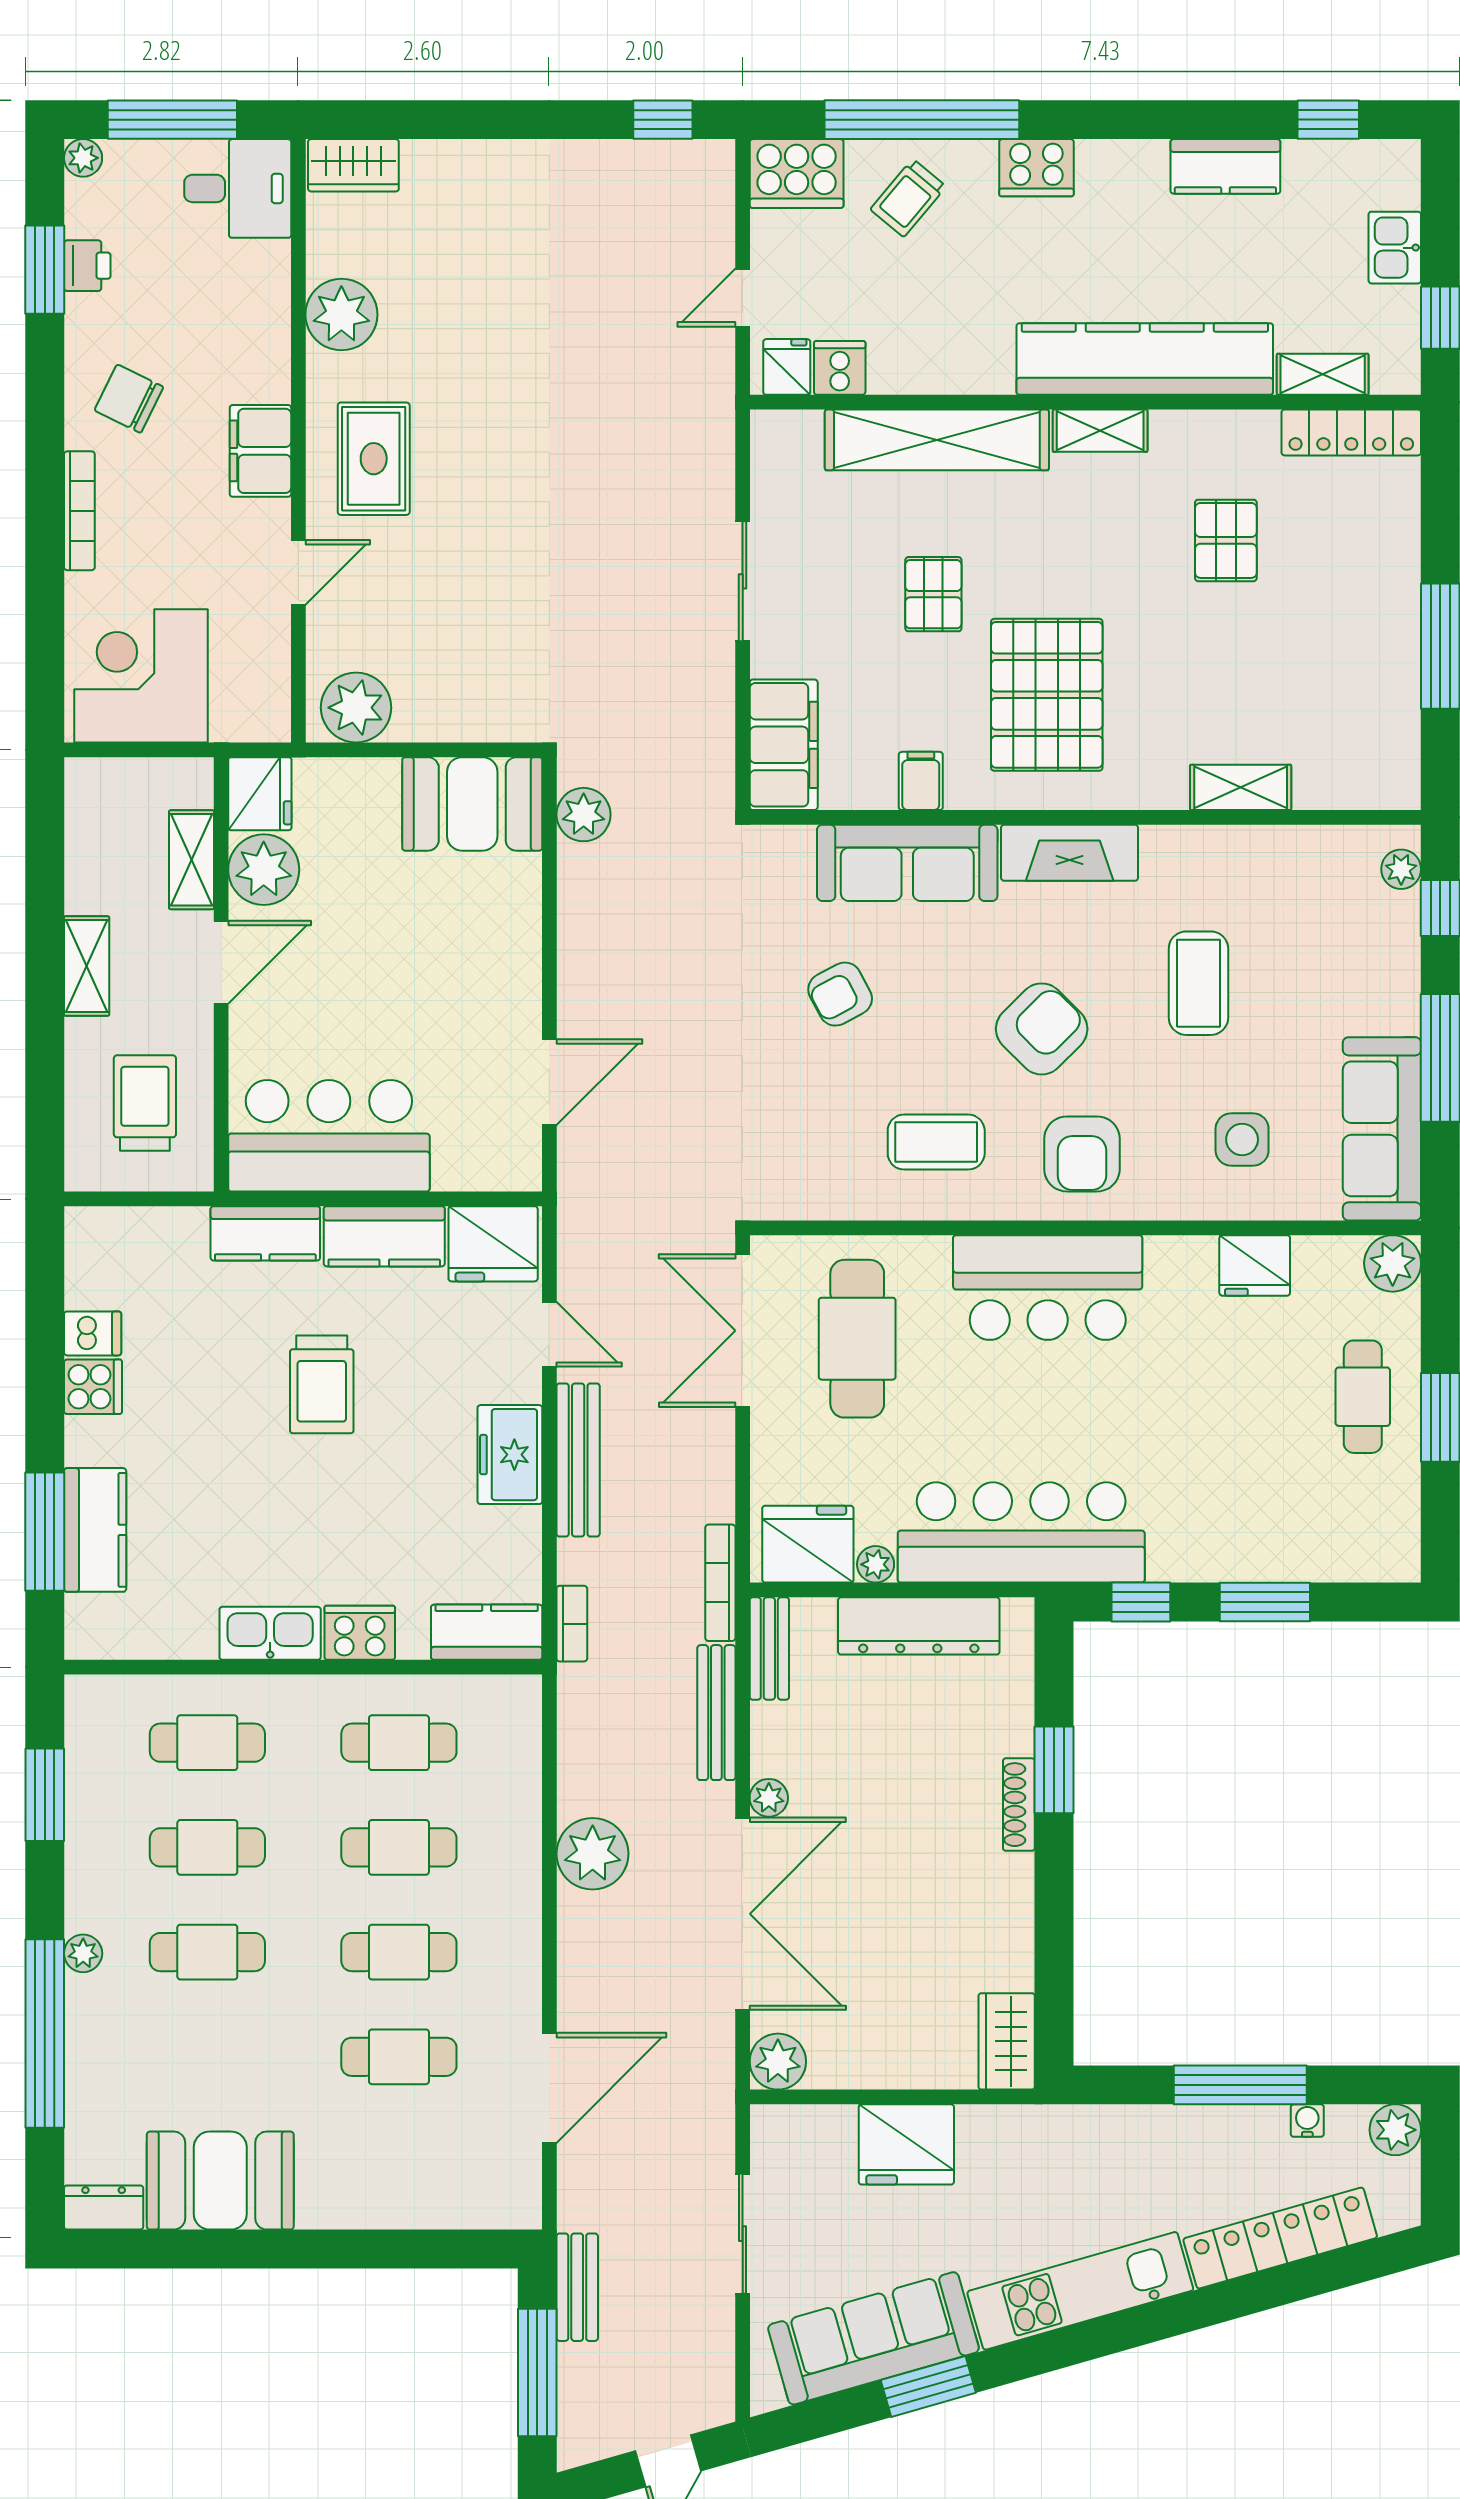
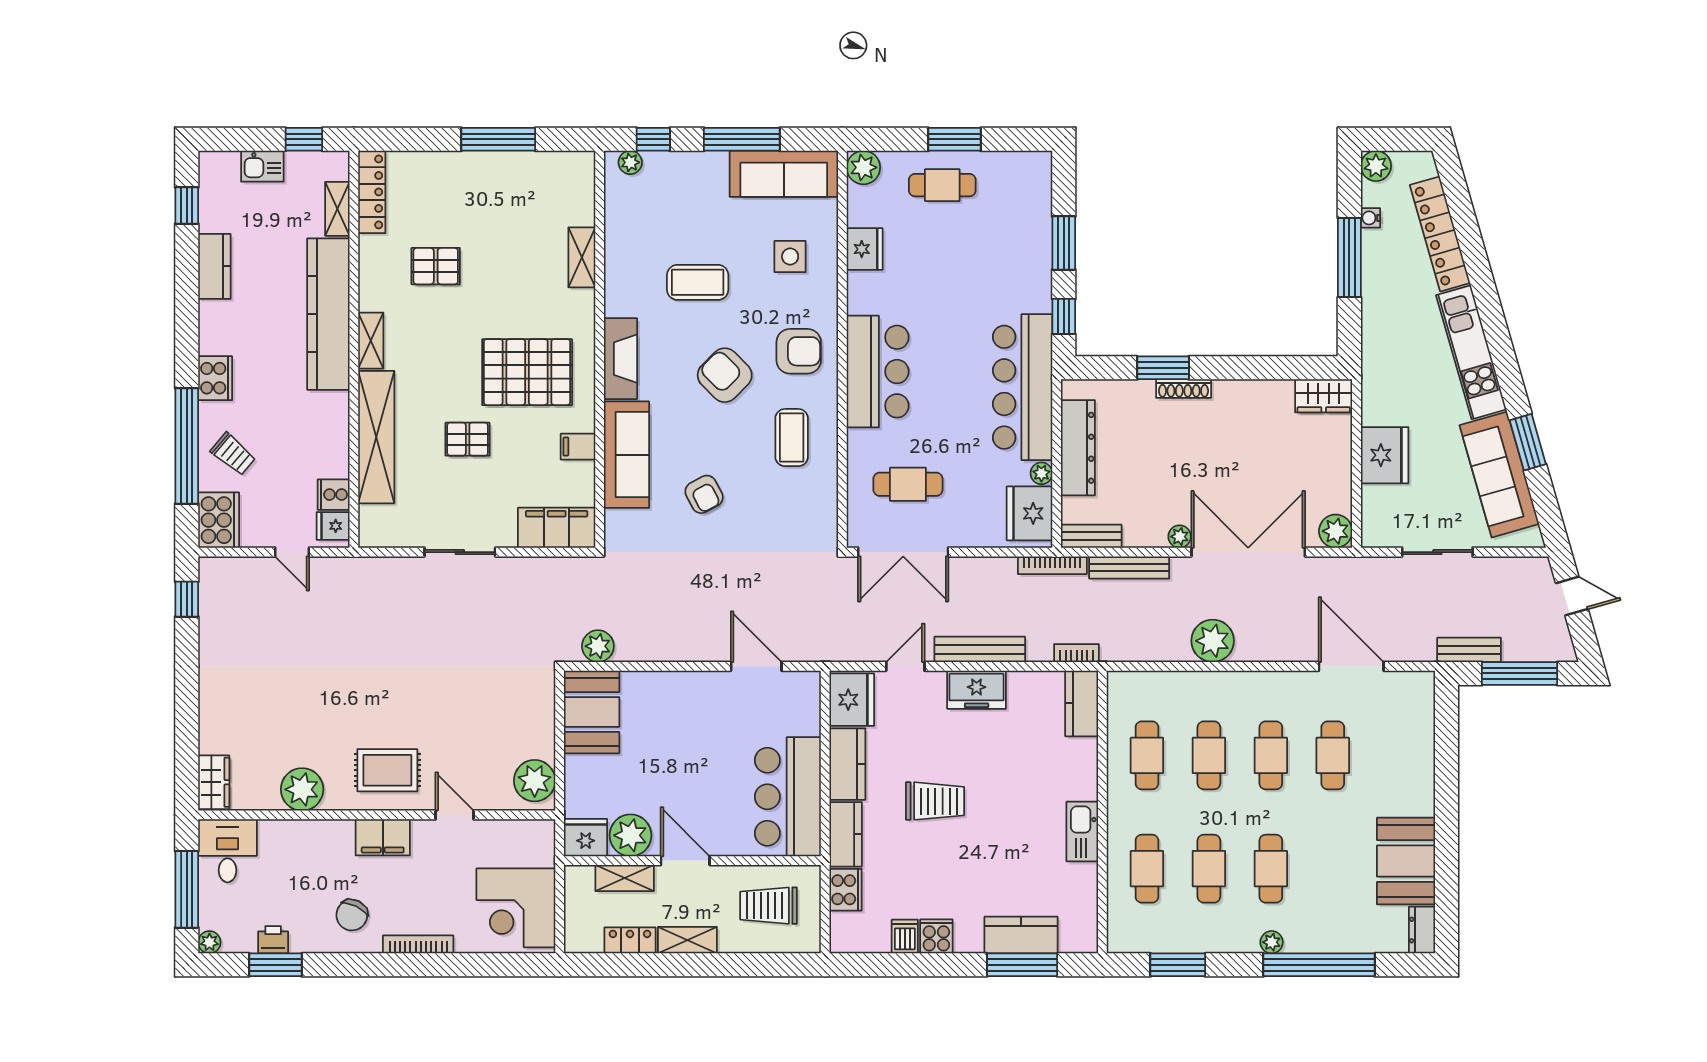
locker: (86, 869) -> (630, 940), added
cafe table: (857, 1339) -> (908, 484), width x0.73, depth x0.74
cooker: (360, 1633) -> (846, 890), moved, turned 180

